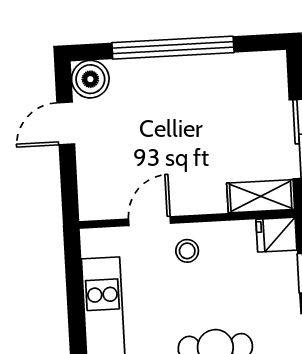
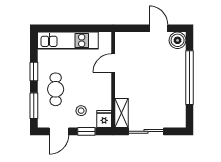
door: (149, 221) -> (113, 63), swing flipped
stool: (187, 251) -> (81, 111), moved

